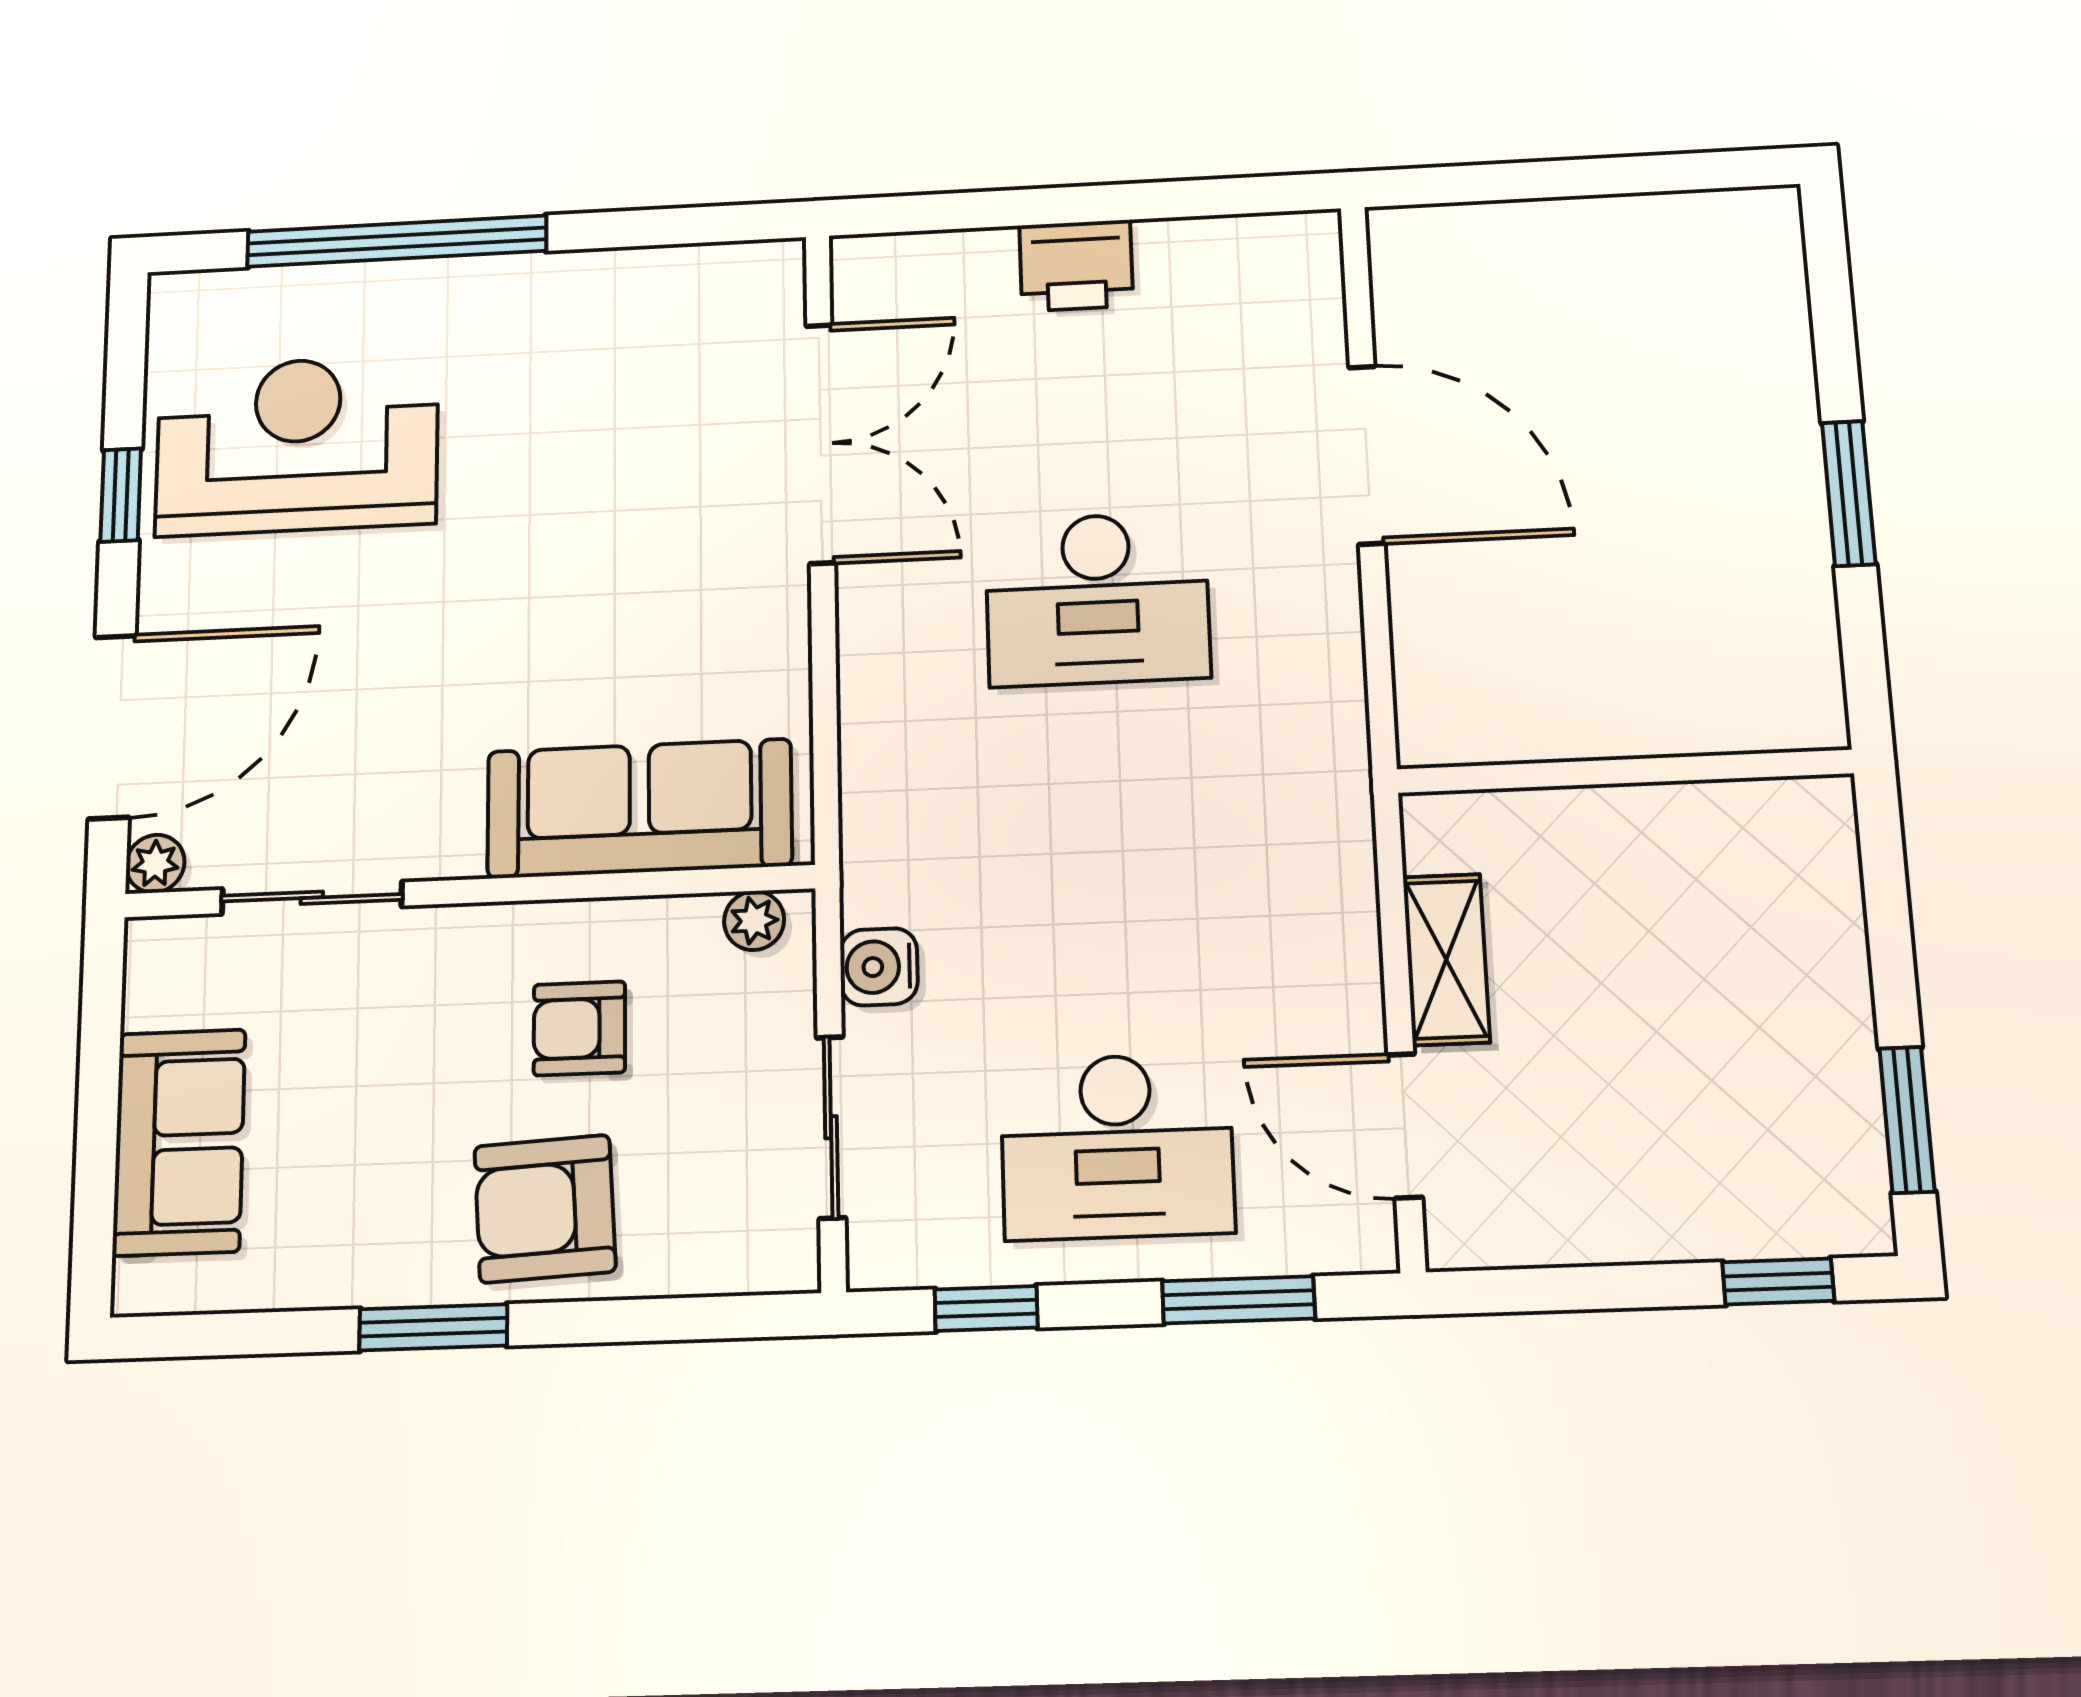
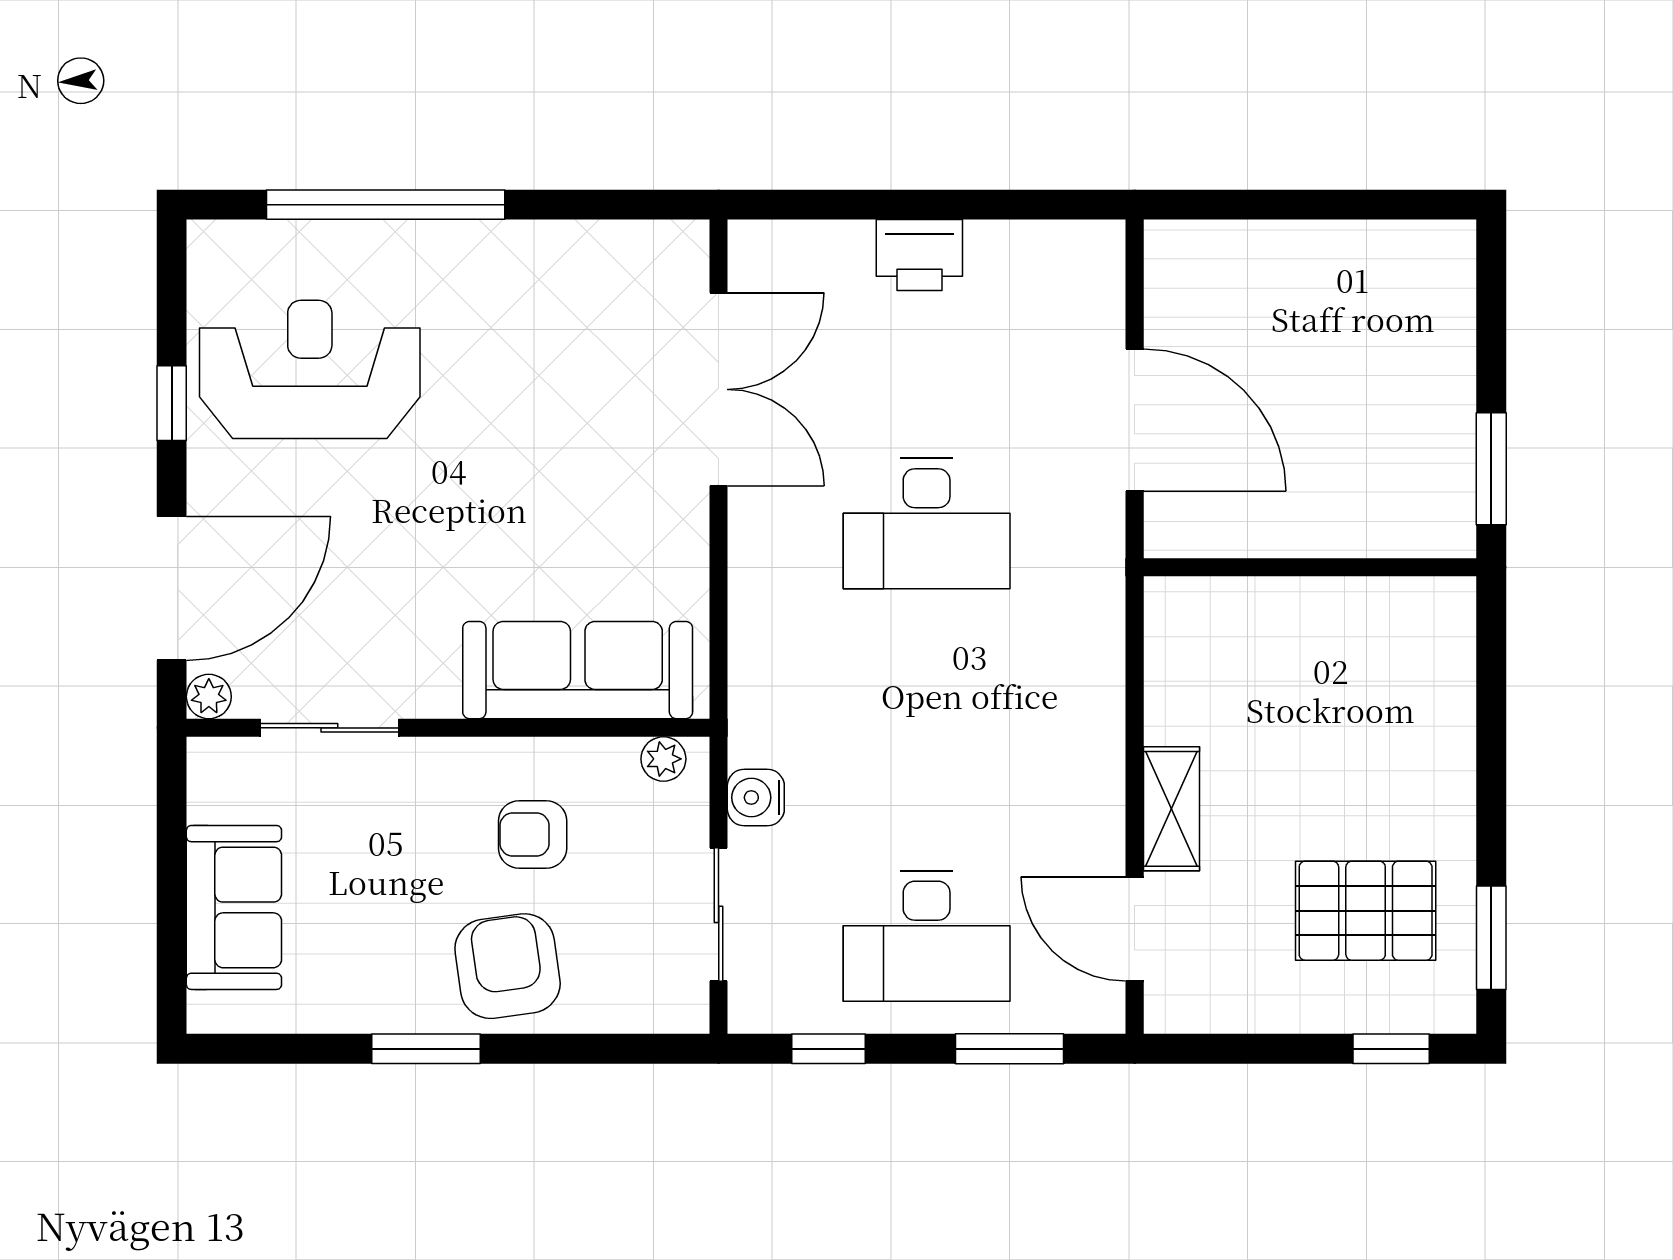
wall: (1624, 771) -> (1310, 567), moved
pallet: (1726, 1089) -> (1366, 911), added
armchair: (545, 1209) -> (508, 966), turned 85

